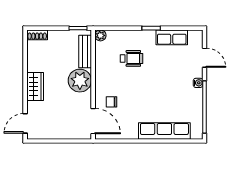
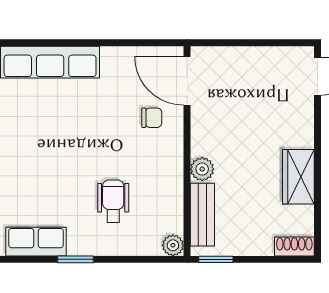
wheelchair: (132, 58) -> (113, 201), turned 90
plant: (80, 81) -> (202, 169), width x0.53, depth x0.53
wardrobe: (35, 86) -> (298, 177), moved

